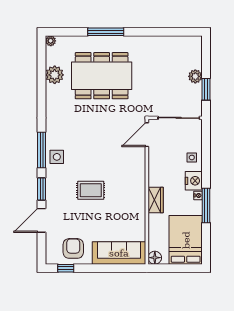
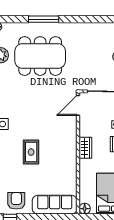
rug: (91, 190) -> (31, 152), turned 90
wardrobe: (156, 200) -> (85, 148), moved

